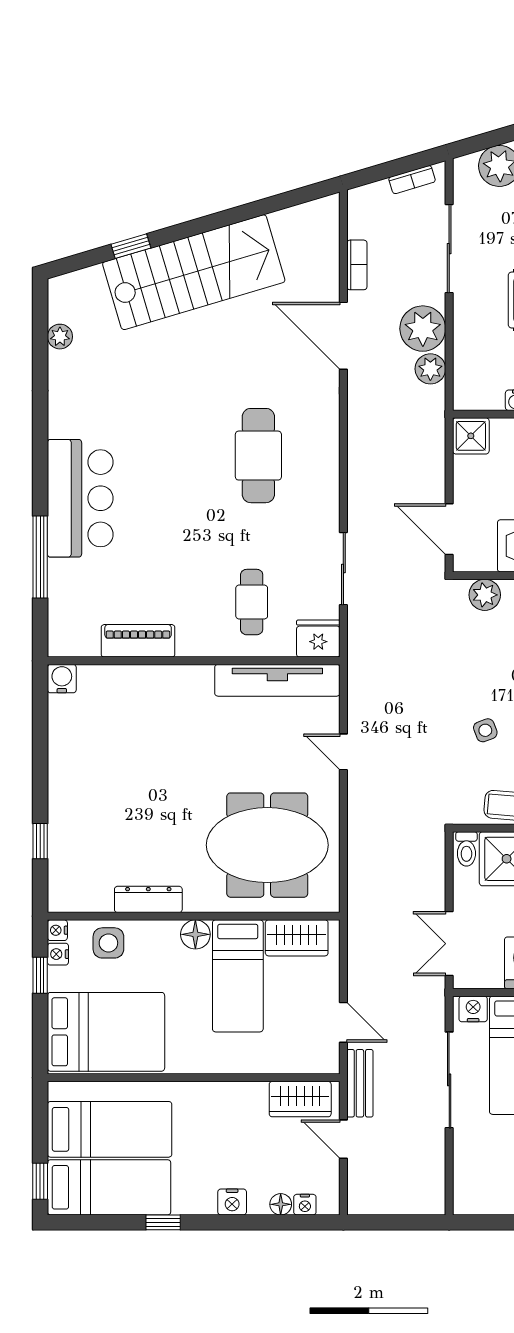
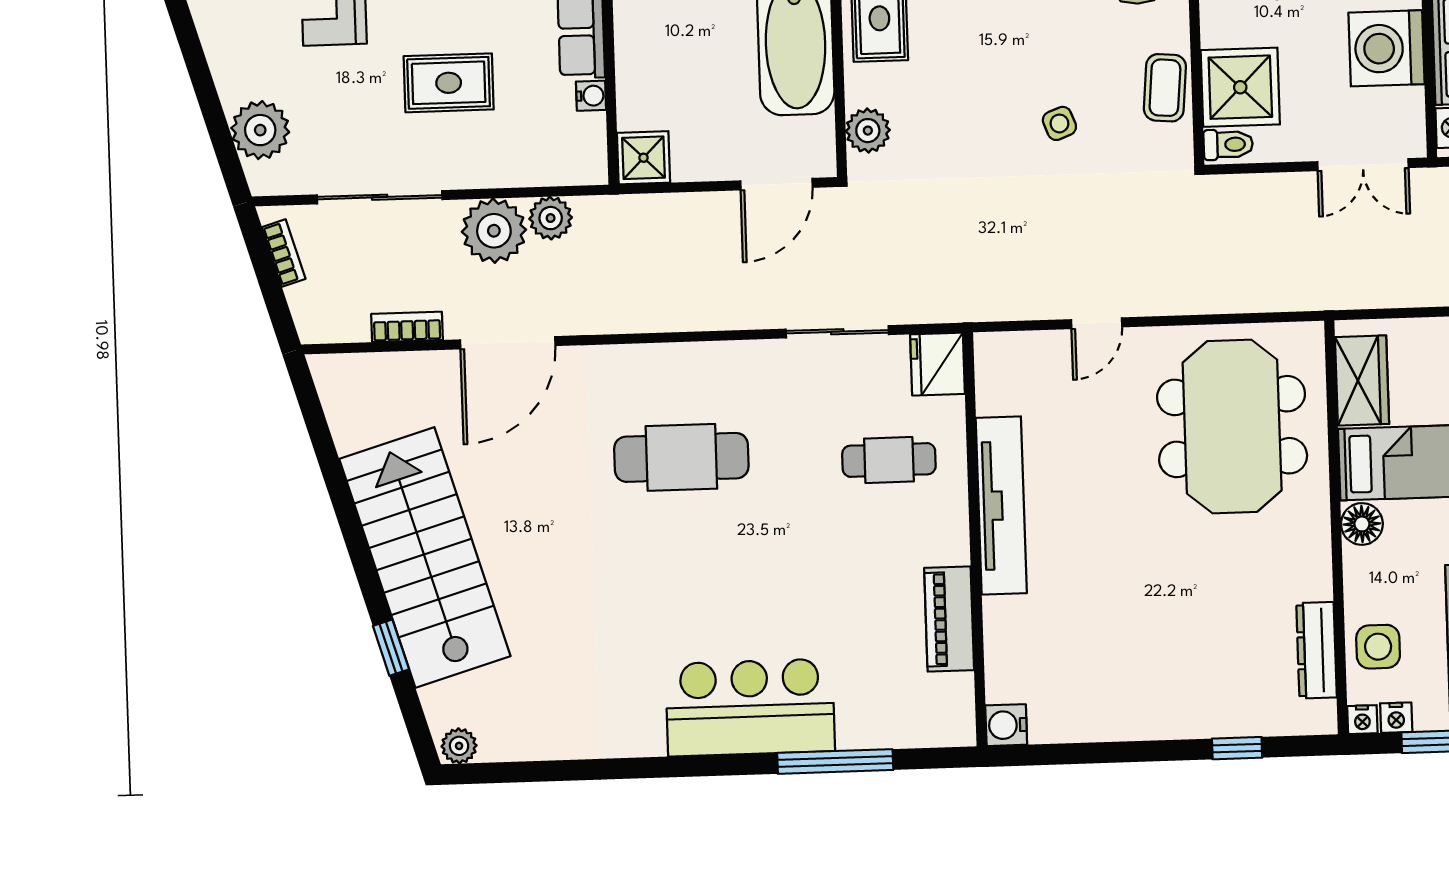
plant: (60, 337) -> (459, 746), moved
tv unit: (277, 680) -> (1001, 506), moved
dresser: (148, 899) -> (1317, 650), moved

